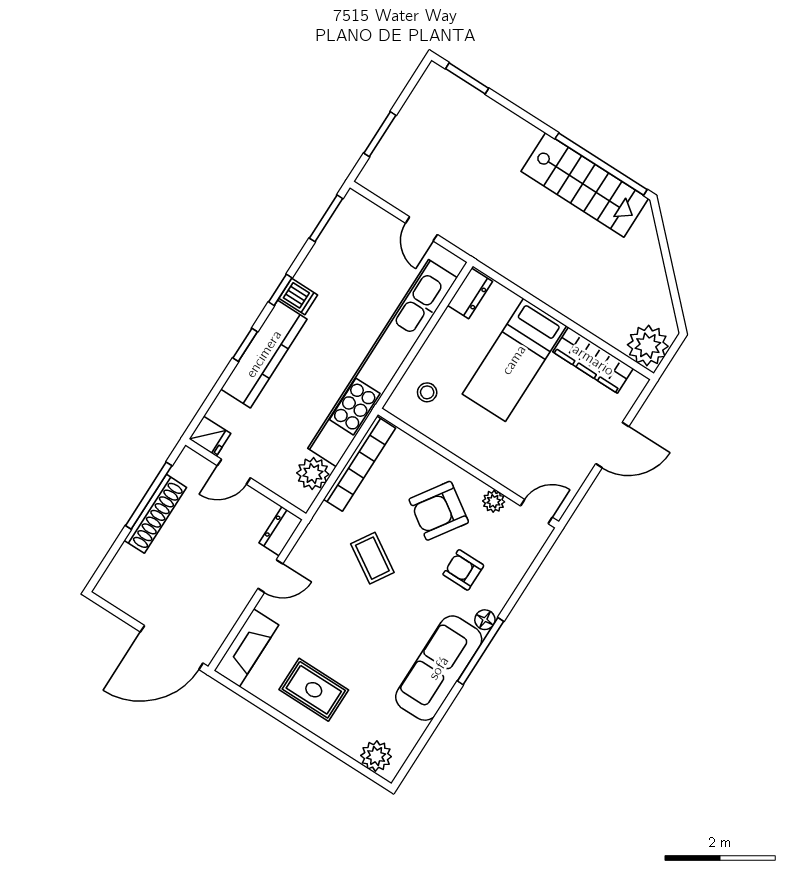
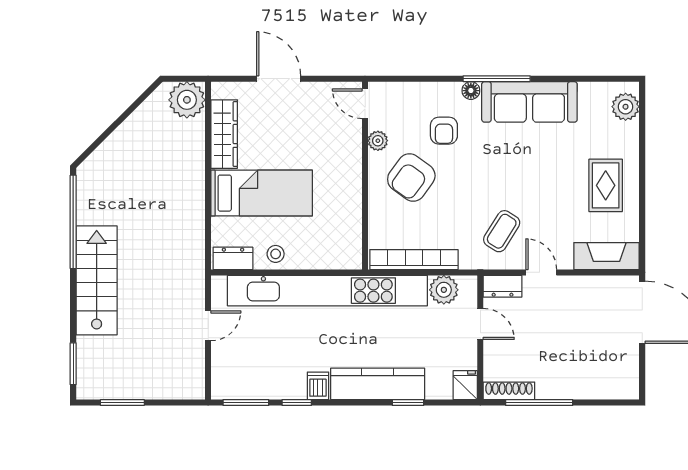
window: (380, 134) -> (122, 402), moved
stairs: (585, 185) -> (97, 280), moved
window: (280, 290) -> (297, 402), moved
window: (245, 345) -> (408, 402), moved
stool: (427, 392) -> (276, 254), moved
door: (234, 472) -> (480, 324), moved
armchair: (439, 511) -> (411, 177), turned 92
shoe rack: (155, 514) -> (509, 391), moved, width x0.74, depth x0.81
coffee table: (372, 558) -> (502, 231), moved

